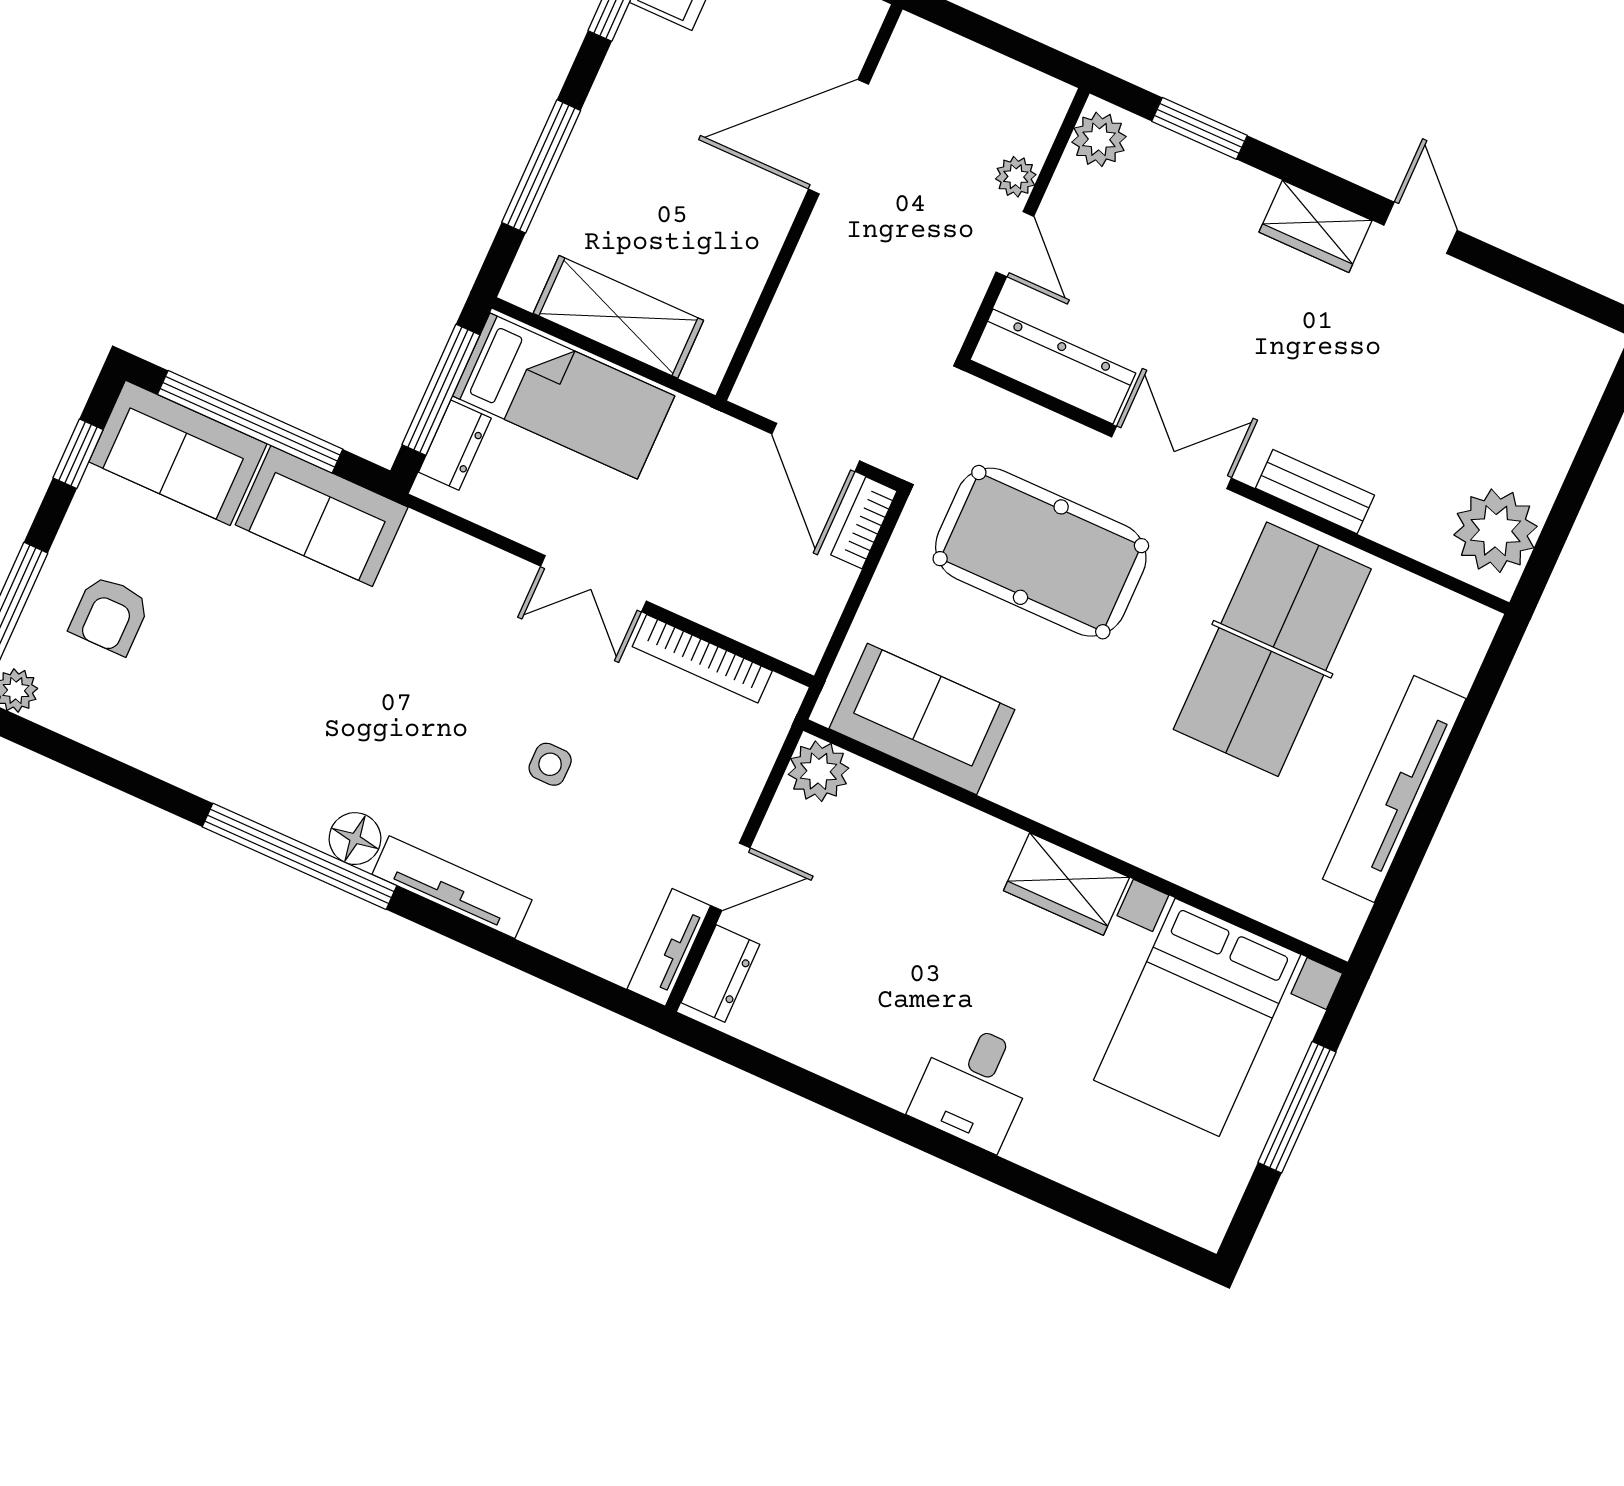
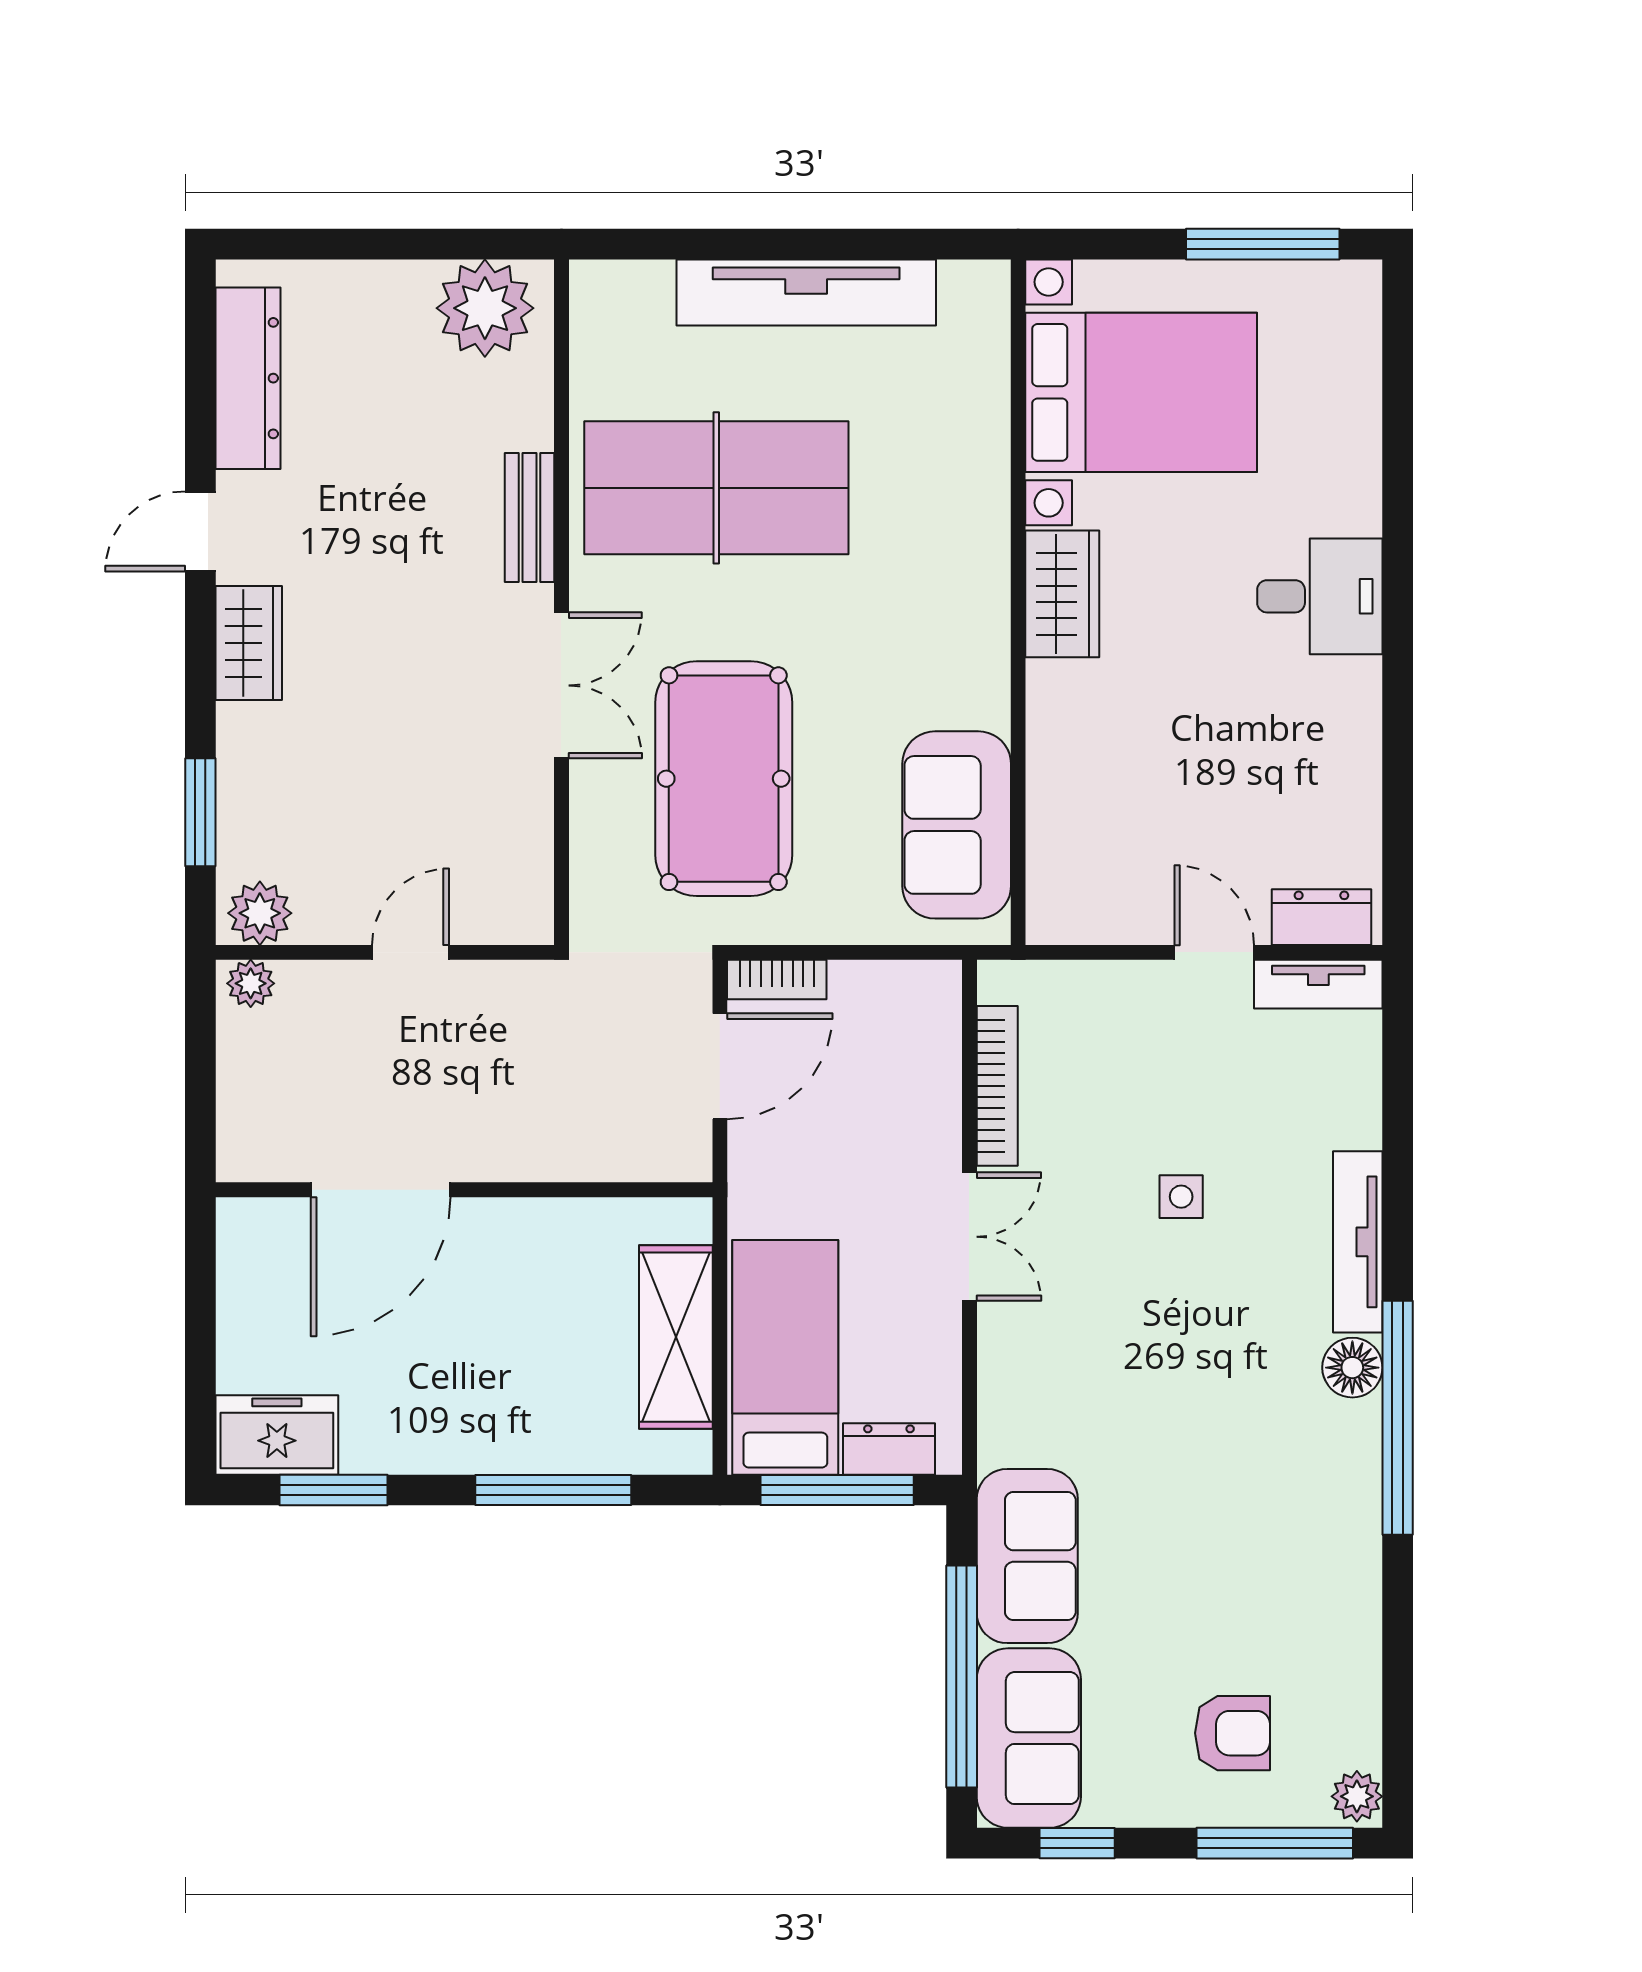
door: (839, 137) -> (381, 1190), hinge flipped
plant: (1016, 177) -> (251, 983), moved
dresser: (1053, 366) -> (248, 378), moved, turned 180
double door: (1172, 457) -> (561, 685), swing flipped
plant: (818, 771) -> (1061, 910), removed
window: (1297, 1107) -> (1263, 244), moved

